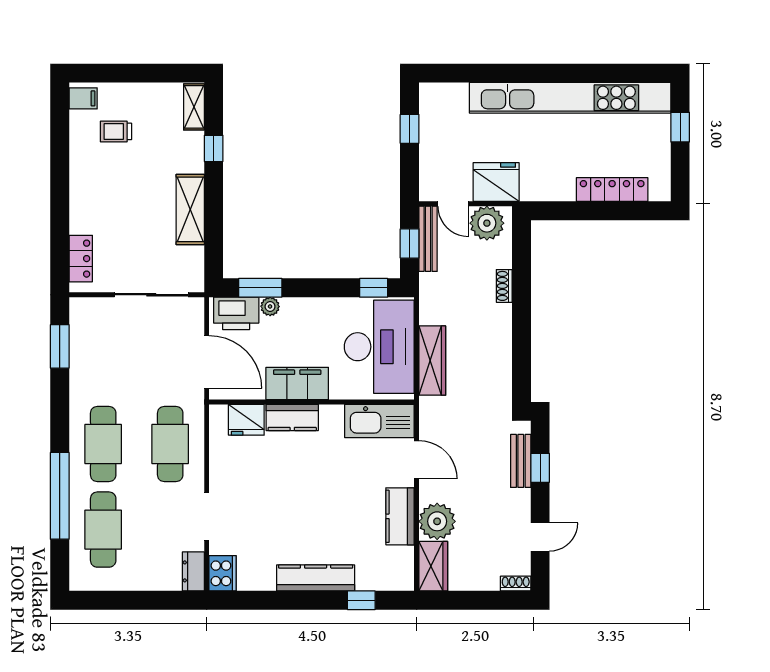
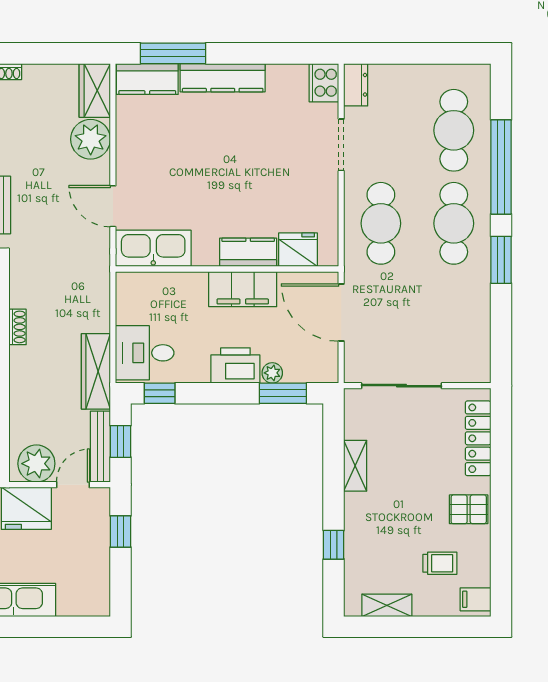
shelving: (194, 107) -> (387, 605), moved, turned 90
window: (410, 129) -> (121, 532), moved
pallet: (89, 181) -> (469, 509), added
door: (453, 204) -> (73, 485), hinge flipped
shelving: (190, 209) -> (355, 466), width x0.67, depth x0.75
locker: (81, 259) -> (478, 438), width x1.53
shoe rack: (504, 286) -> (18, 327), moved
printer: (236, 313) -> (235, 365), moved
window: (60, 346) -> (501, 260), moved
desk: (379, 347) -> (145, 353), width x0.53, depth x0.77
wardrobe: (432, 361) -> (96, 371), moved
kitchen counter: (400, 516) -> (147, 79), moved, turned 90
window: (361, 600) -> (173, 53), width x2.17

